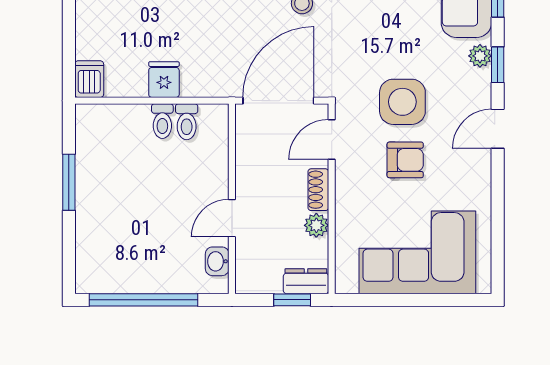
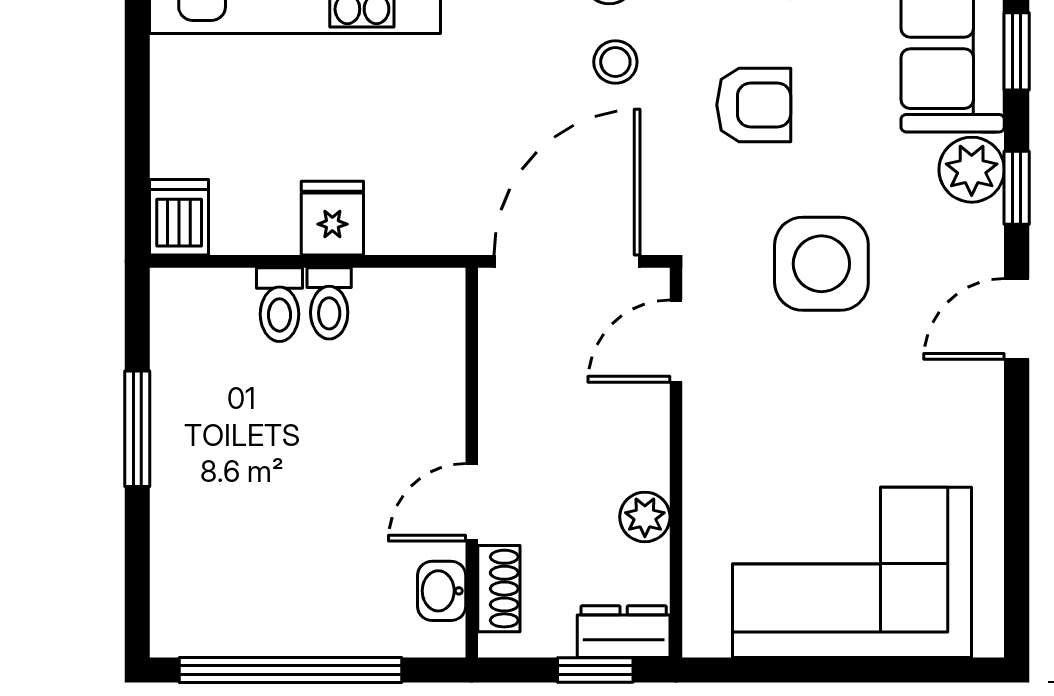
plant: (480, 56) -> (972, 170), width x1.38, depth x1.38
toilet: (187, 122) -> (279, 305), moved
armchair: (405, 160) -> (754, 105), moved
shoe rack: (318, 190) -> (499, 589), moved, turned 180

